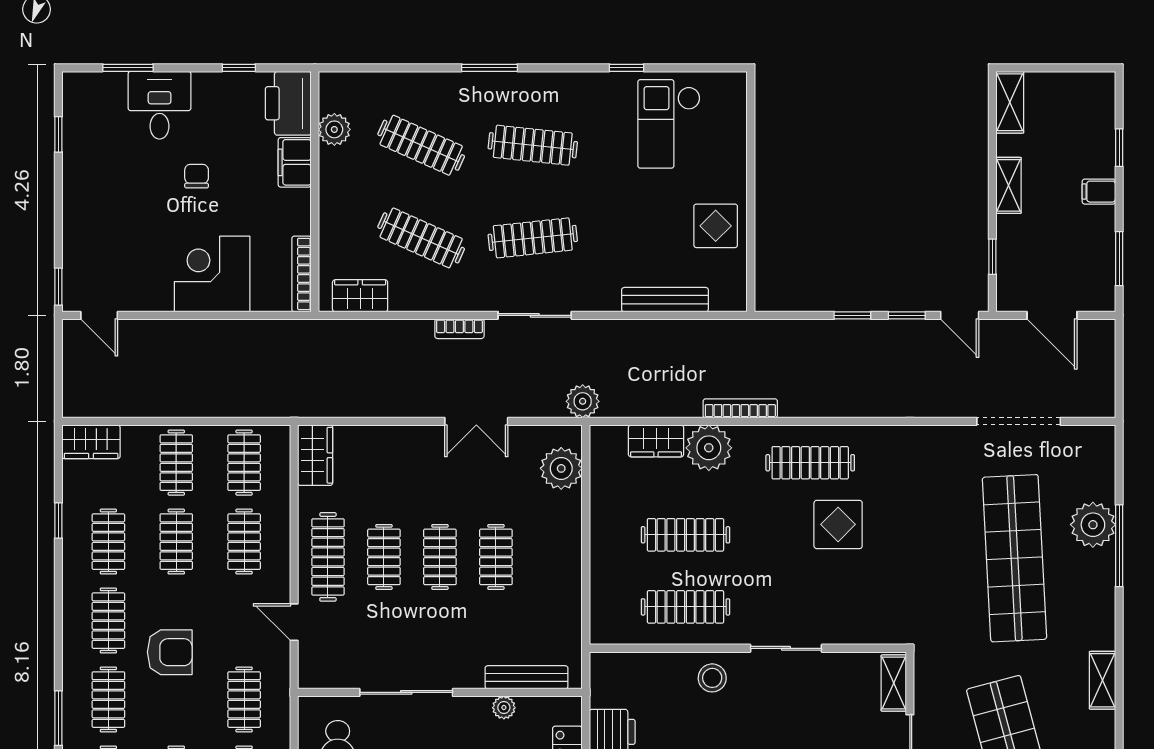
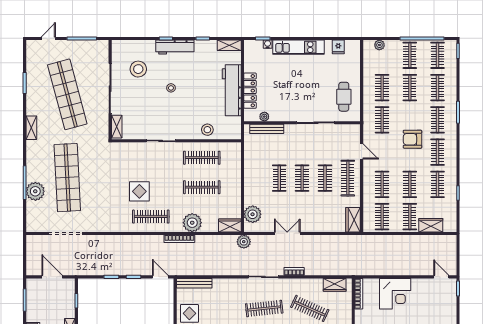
bench: (665, 300) -> (194, 283), moved
door: (960, 315) -> (160, 277), moved
wardrobe: (656, 441) -> (230, 226), moved
wardrobe: (91, 442) -> (431, 225), moved
stool: (712, 678) -> (207, 130), moved
plant: (504, 708) -> (264, 117), moved

